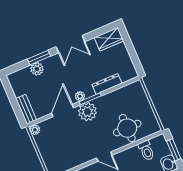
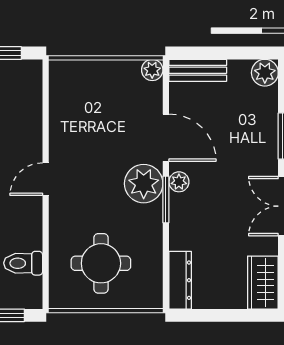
plant: (37, 69) -> (265, 73), moved
dresser: (107, 84) -> (180, 280), moved
round table: (127, 128) -> (101, 263), moved

